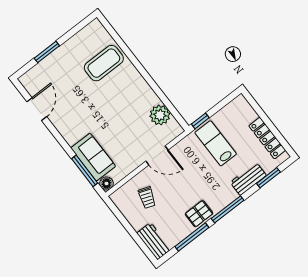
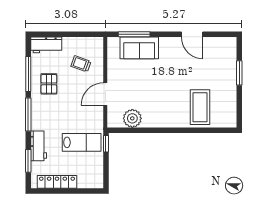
door: (37, 109) -> (192, 34), moved
floor lamp: (106, 183) -> (113, 43), removed
pallet: (199, 214) -> (49, 84), moved

